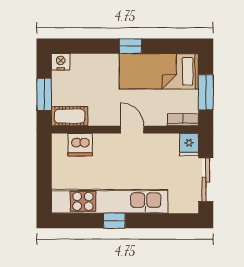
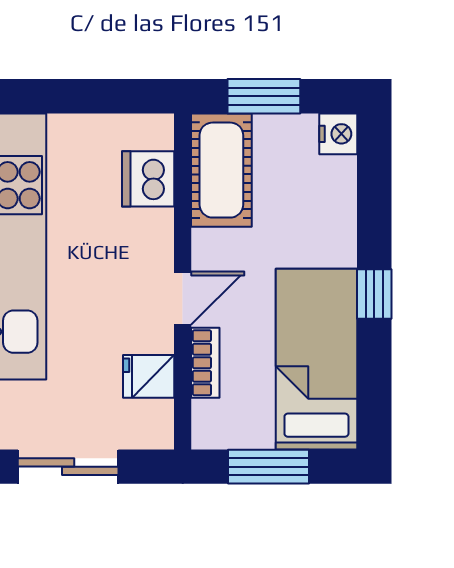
cot: (70, 116) -> (221, 170), width x1.37, depth x1.34
bookcase: (183, 120) -> (205, 363), moved
fridge: (189, 145) -> (149, 376), moved

